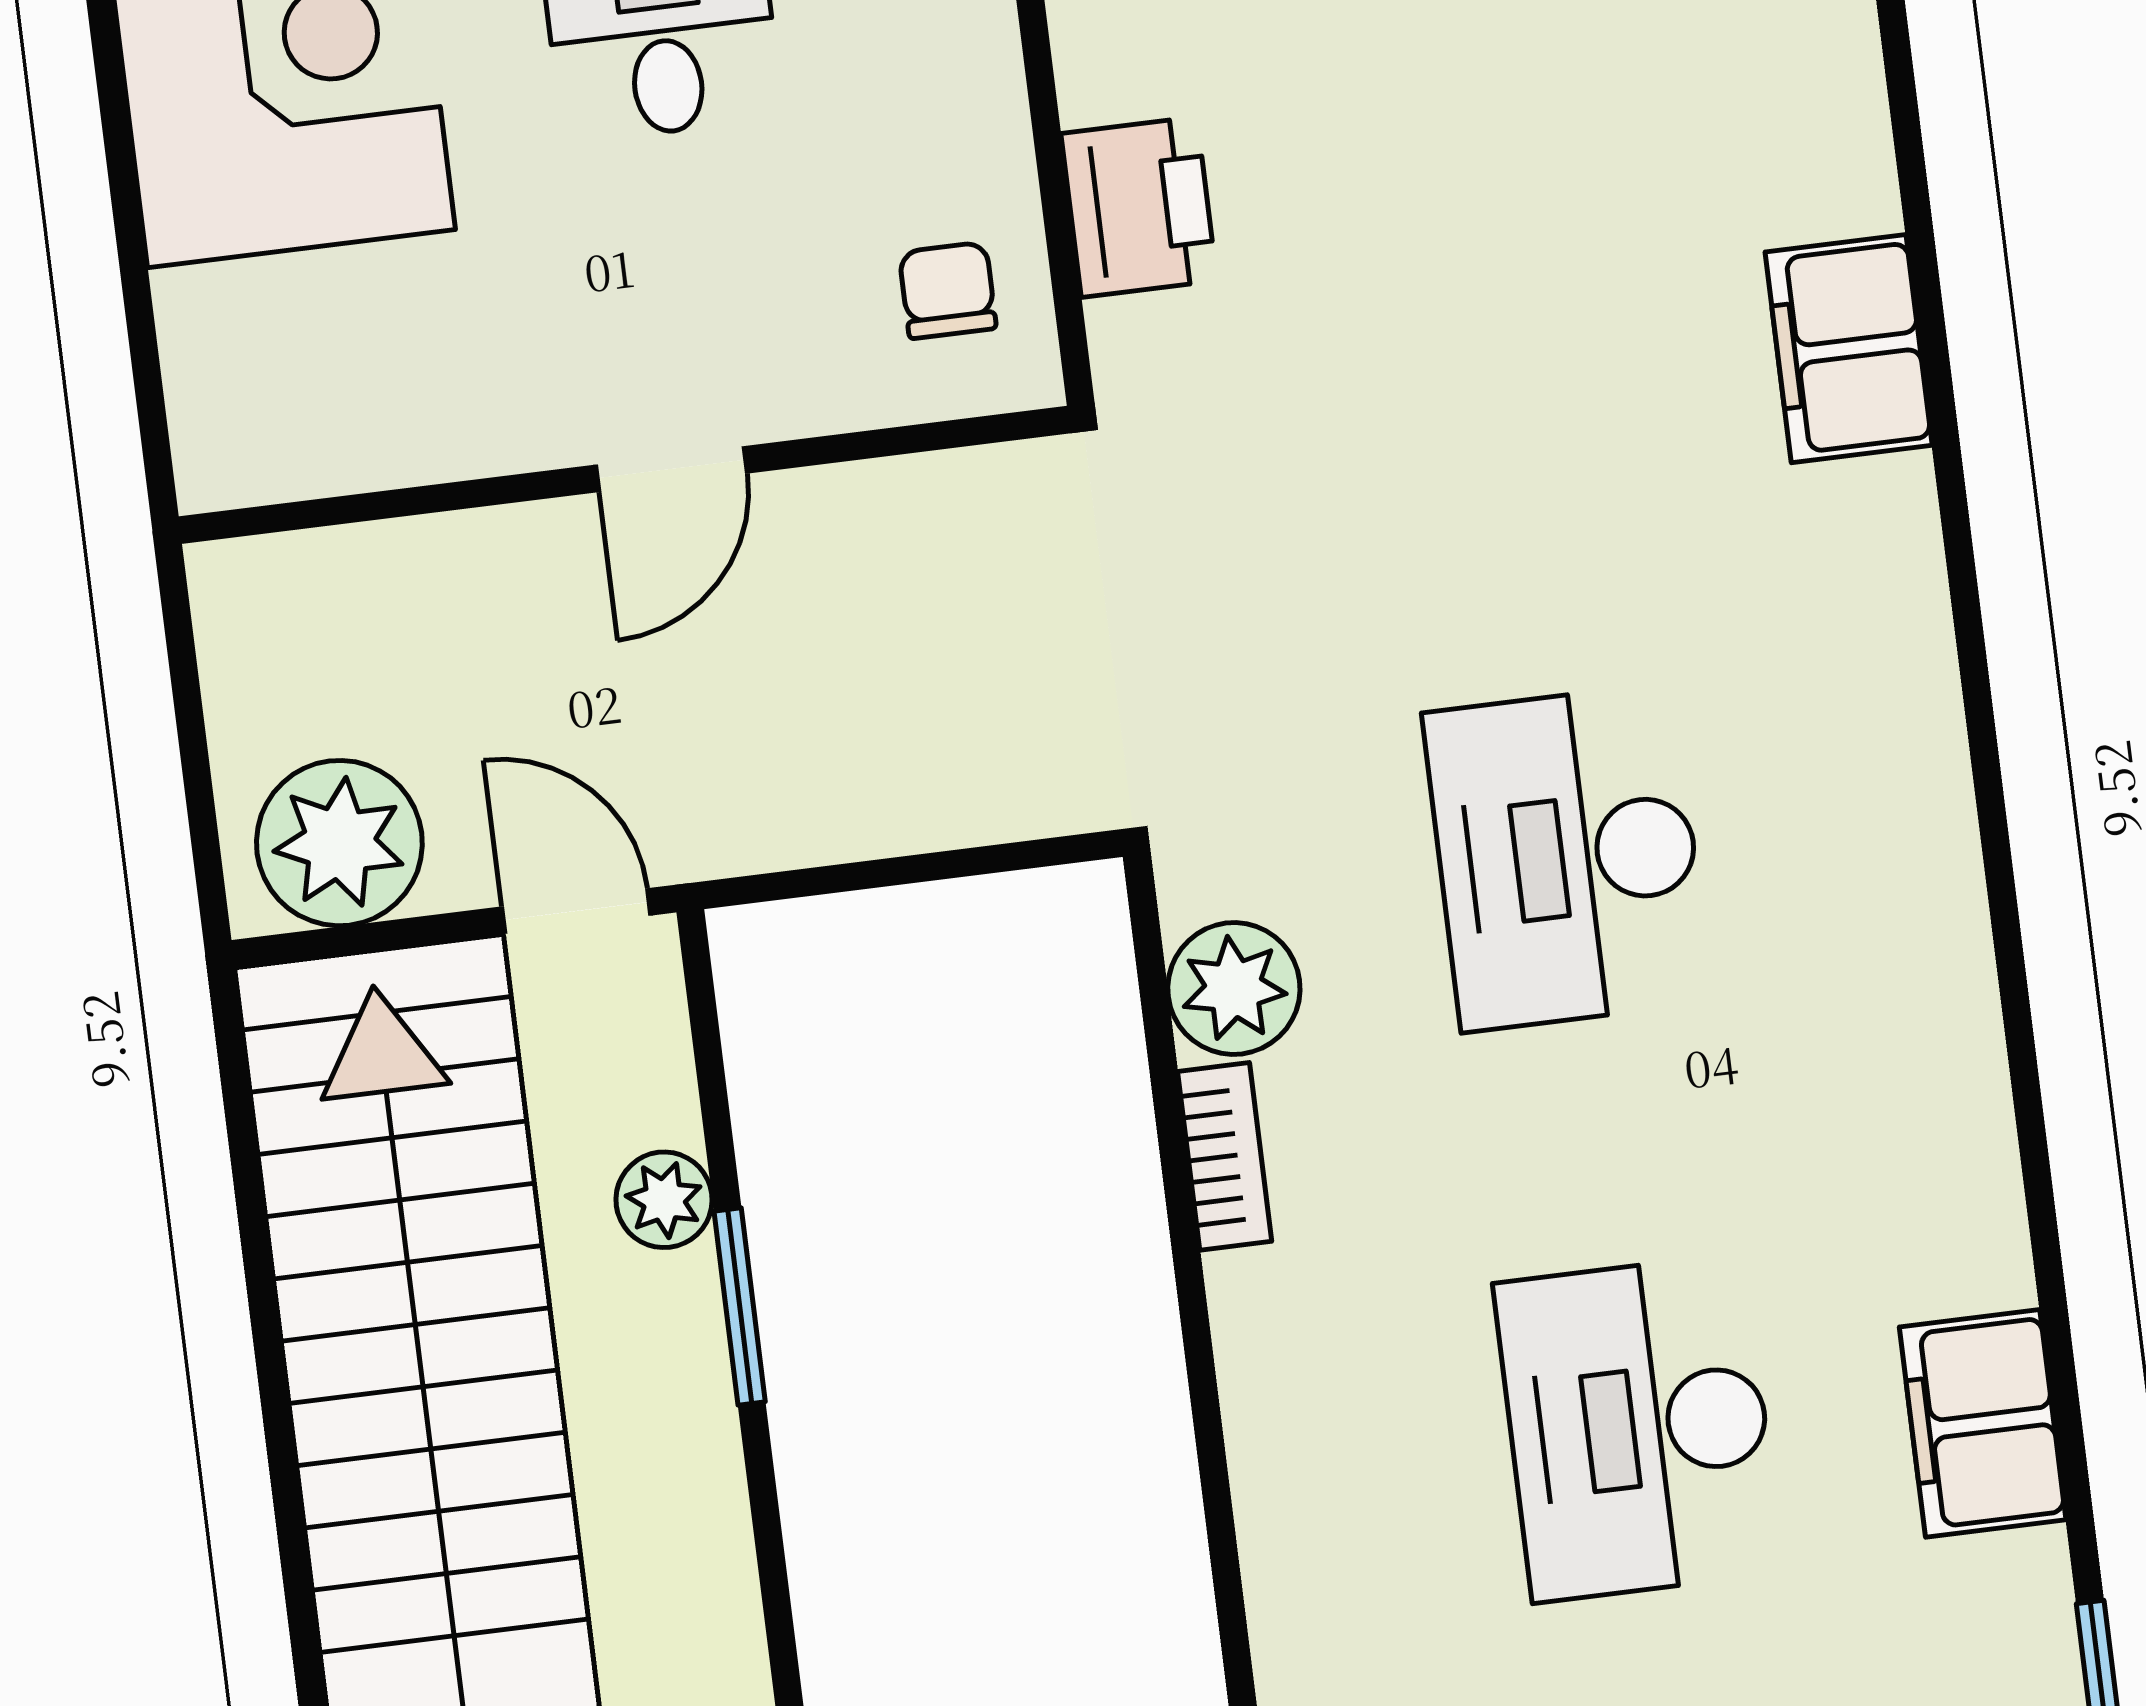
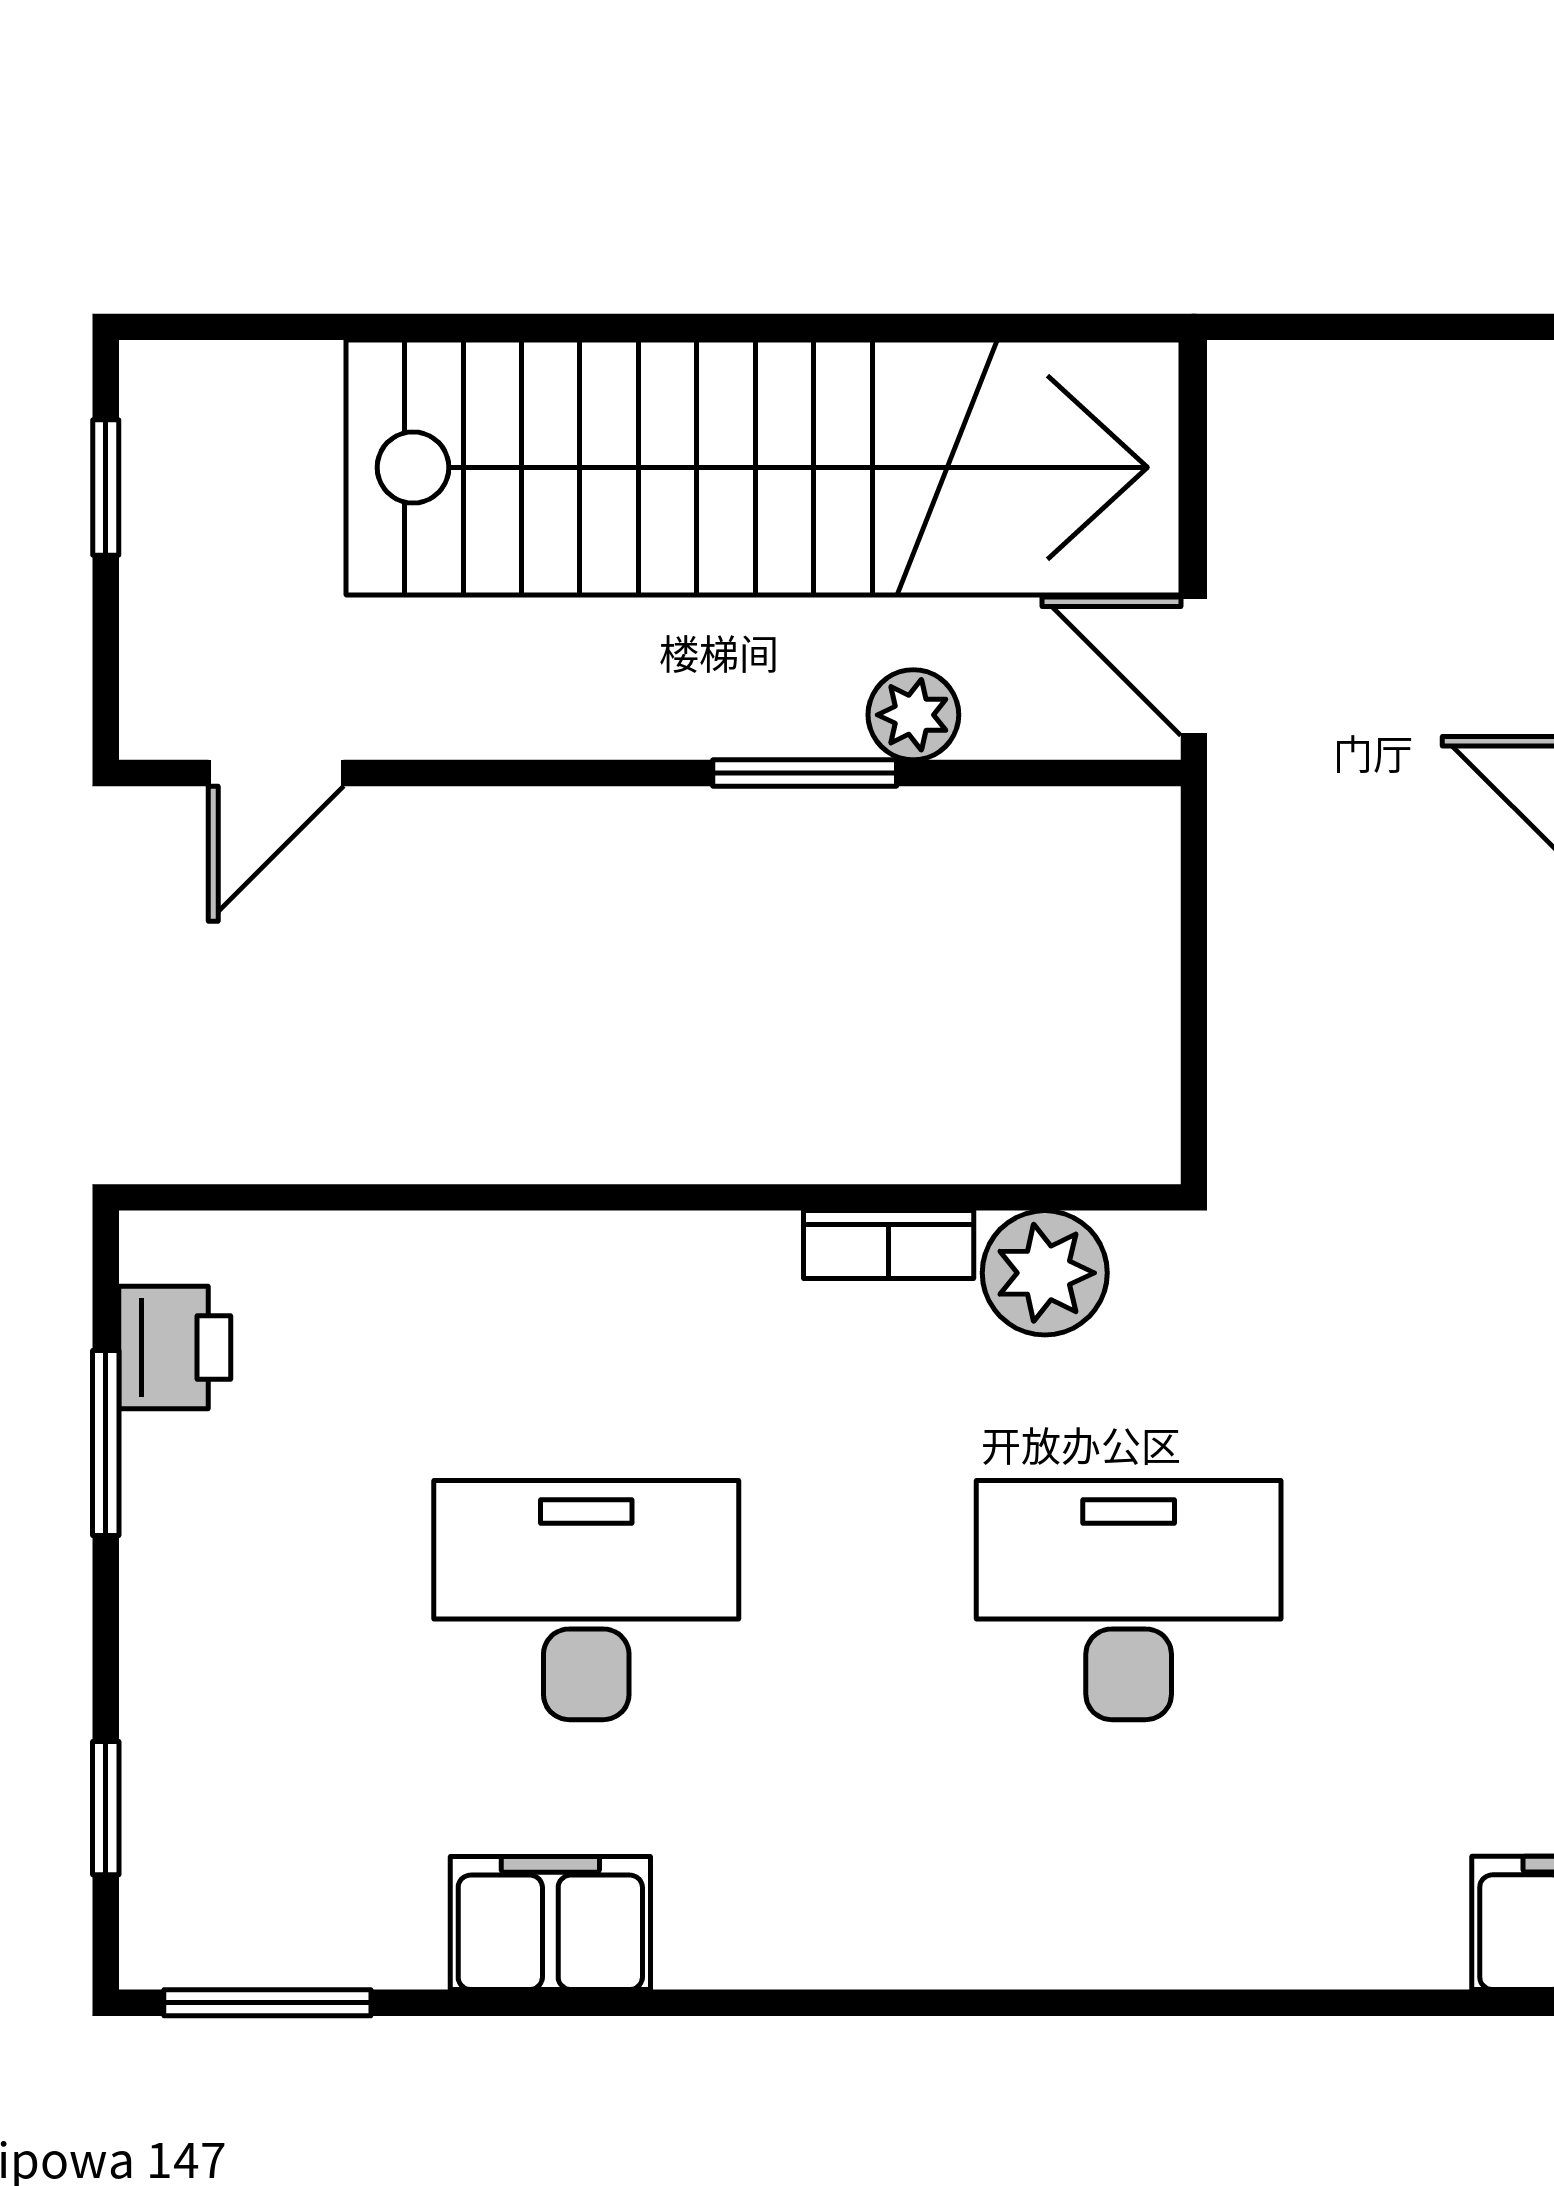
plant: (339, 843) -> (1285, 452), removed
door: (576, 911) -> (1194, 666), swing flipped

